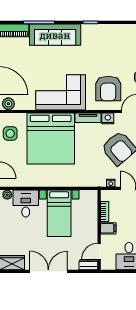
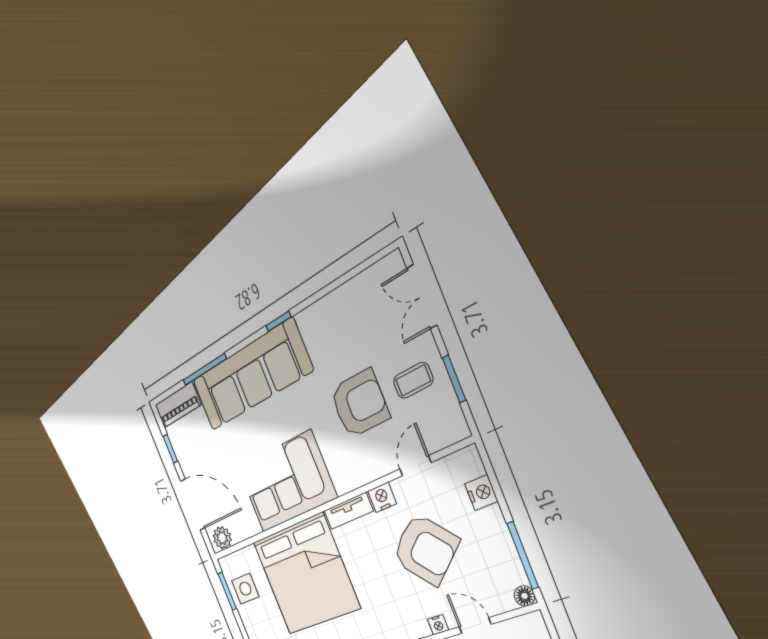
sofa: (55, 35) -> (251, 376), width x1.36, depth x1.27
armchair: (108, 88) -> (359, 404), moved, turned -90

